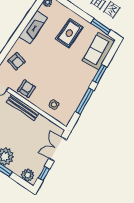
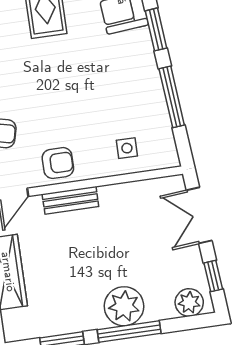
armchair: (26, 89) -> (58, 163), turned 90
bench: (23, 107) -> (70, 200), width x0.73

